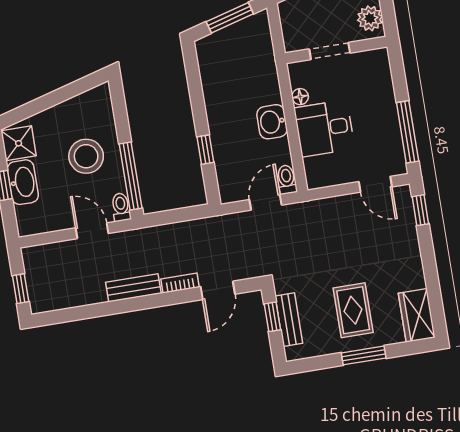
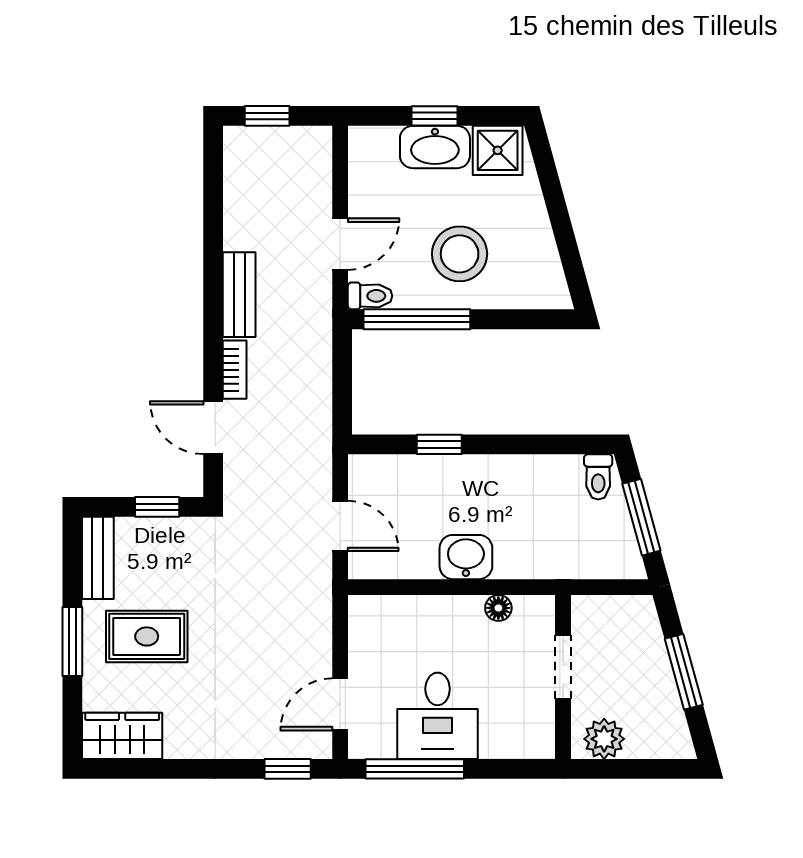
desk: (324, 128) -> (438, 716), moved, turned 180
toilet: (287, 179) -> (598, 477), moved, turned 90
bench: (289, 320) -> (98, 558), moved, turned 90

